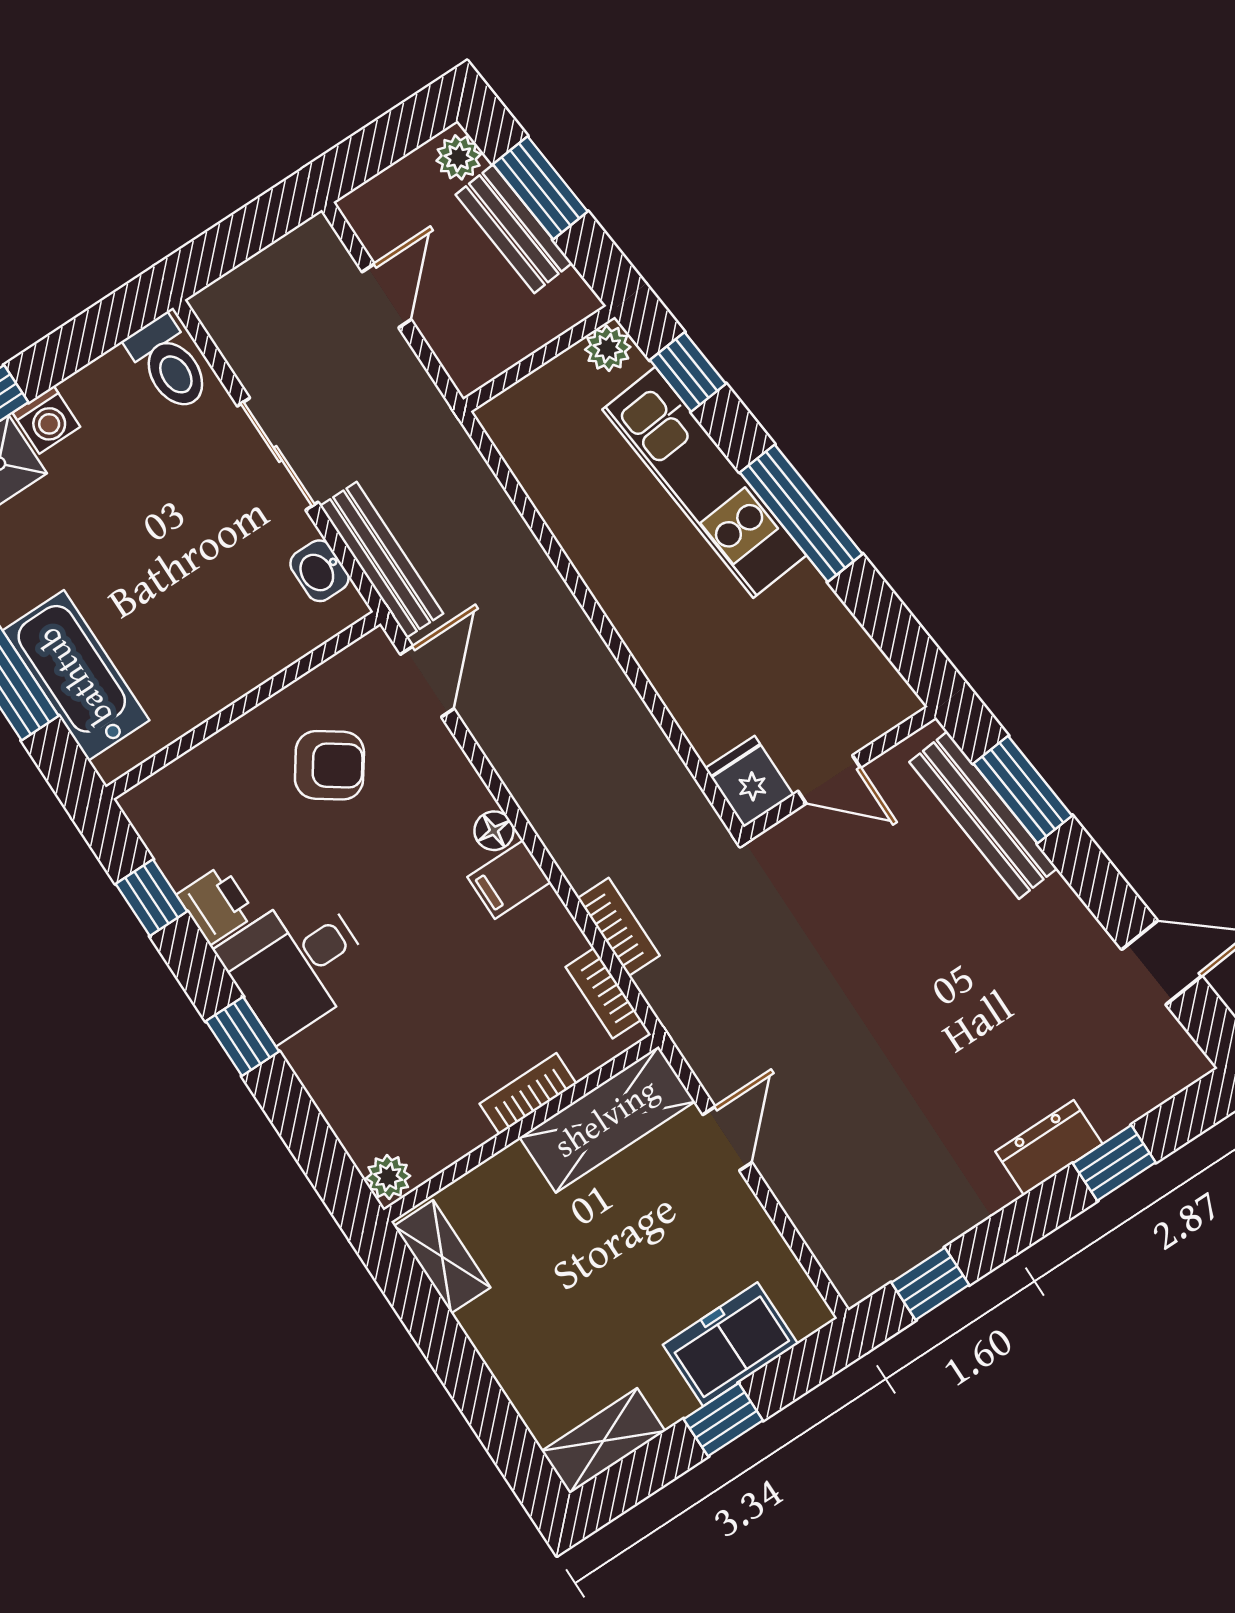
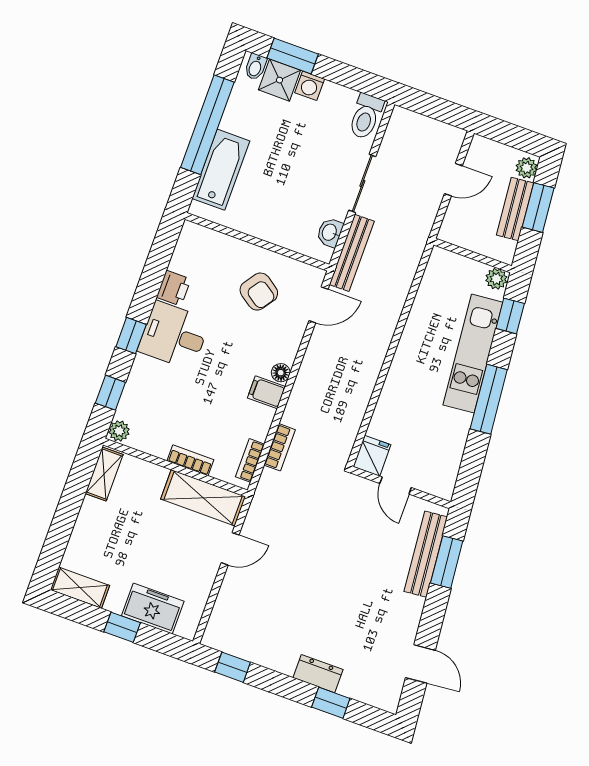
window: (151, 898) -> (110, 393), moved

